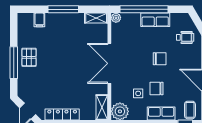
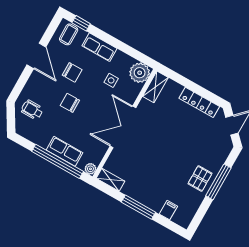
row of seats: (155, 20) -> (64, 151), moved
double door: (109, 63) -> (123, 127), swing flipped
chair: (156, 88) -> (72, 72), moved

